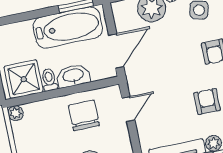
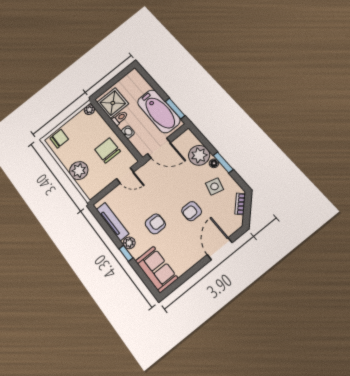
washbasin: (73, 76) -> (128, 132), width x0.52, depth x0.69
chair: (84, 115) -> (108, 150), turned -90

